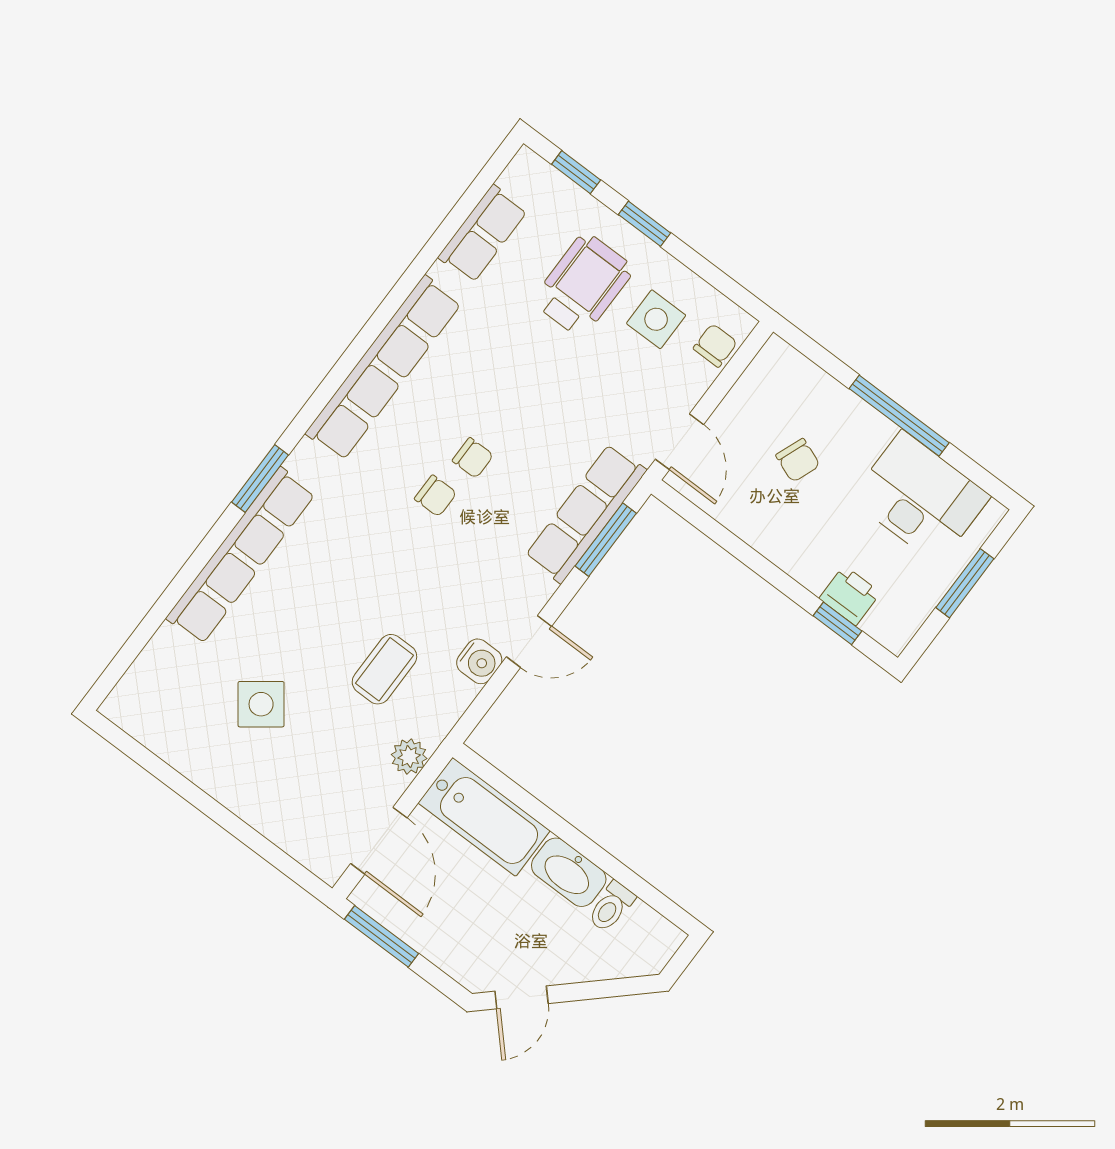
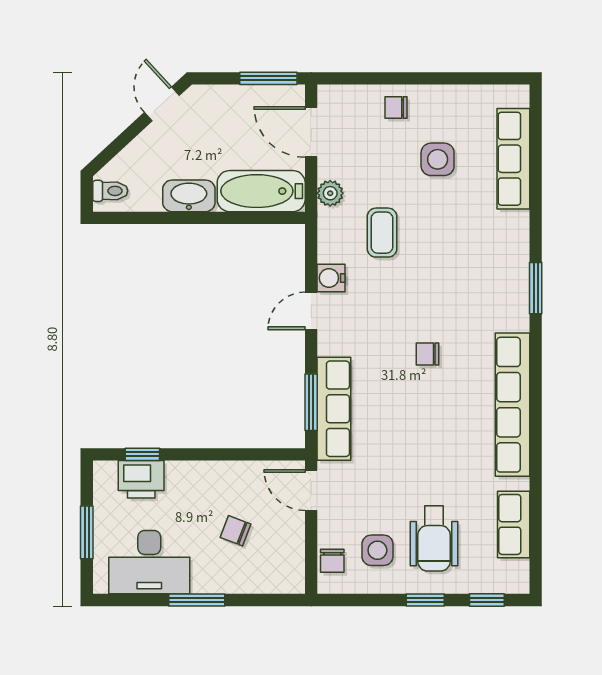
window: (899, 416) -> (197, 600), width x0.69
chair: (473, 458) -> (396, 107), moved
row of seats: (241, 556) -> (513, 159), moved, width x0.73
printer: (850, 596) -> (141, 479), width x1.36, depth x1.24
side table: (261, 704) -> (438, 159), turned 37
toilet: (611, 907) -> (110, 191), moved, turned 90

